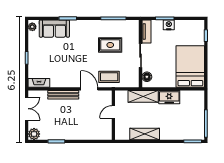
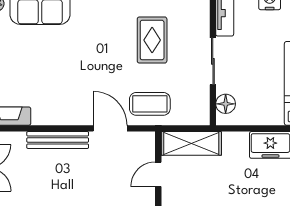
rug: (110, 45) -> (152, 40), turned 90
shelving: (143, 96) -> (191, 143), moved

